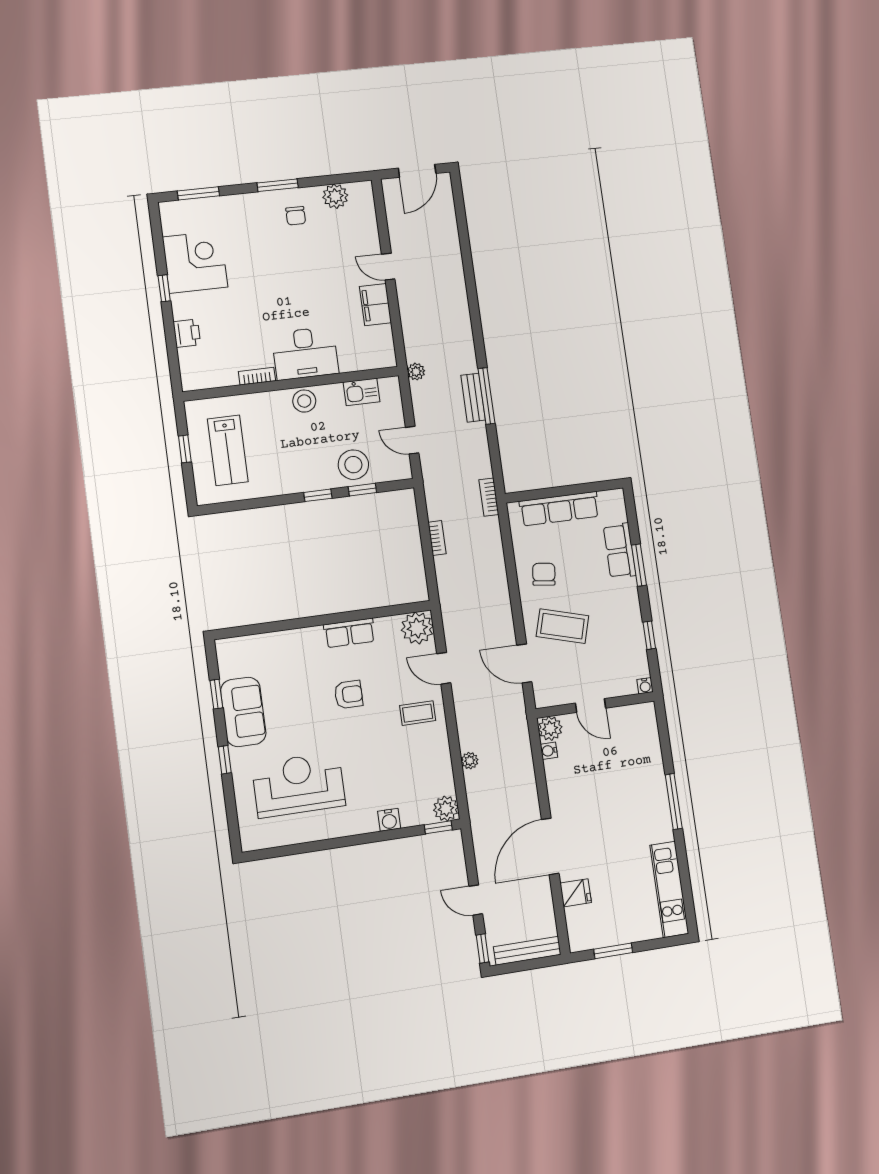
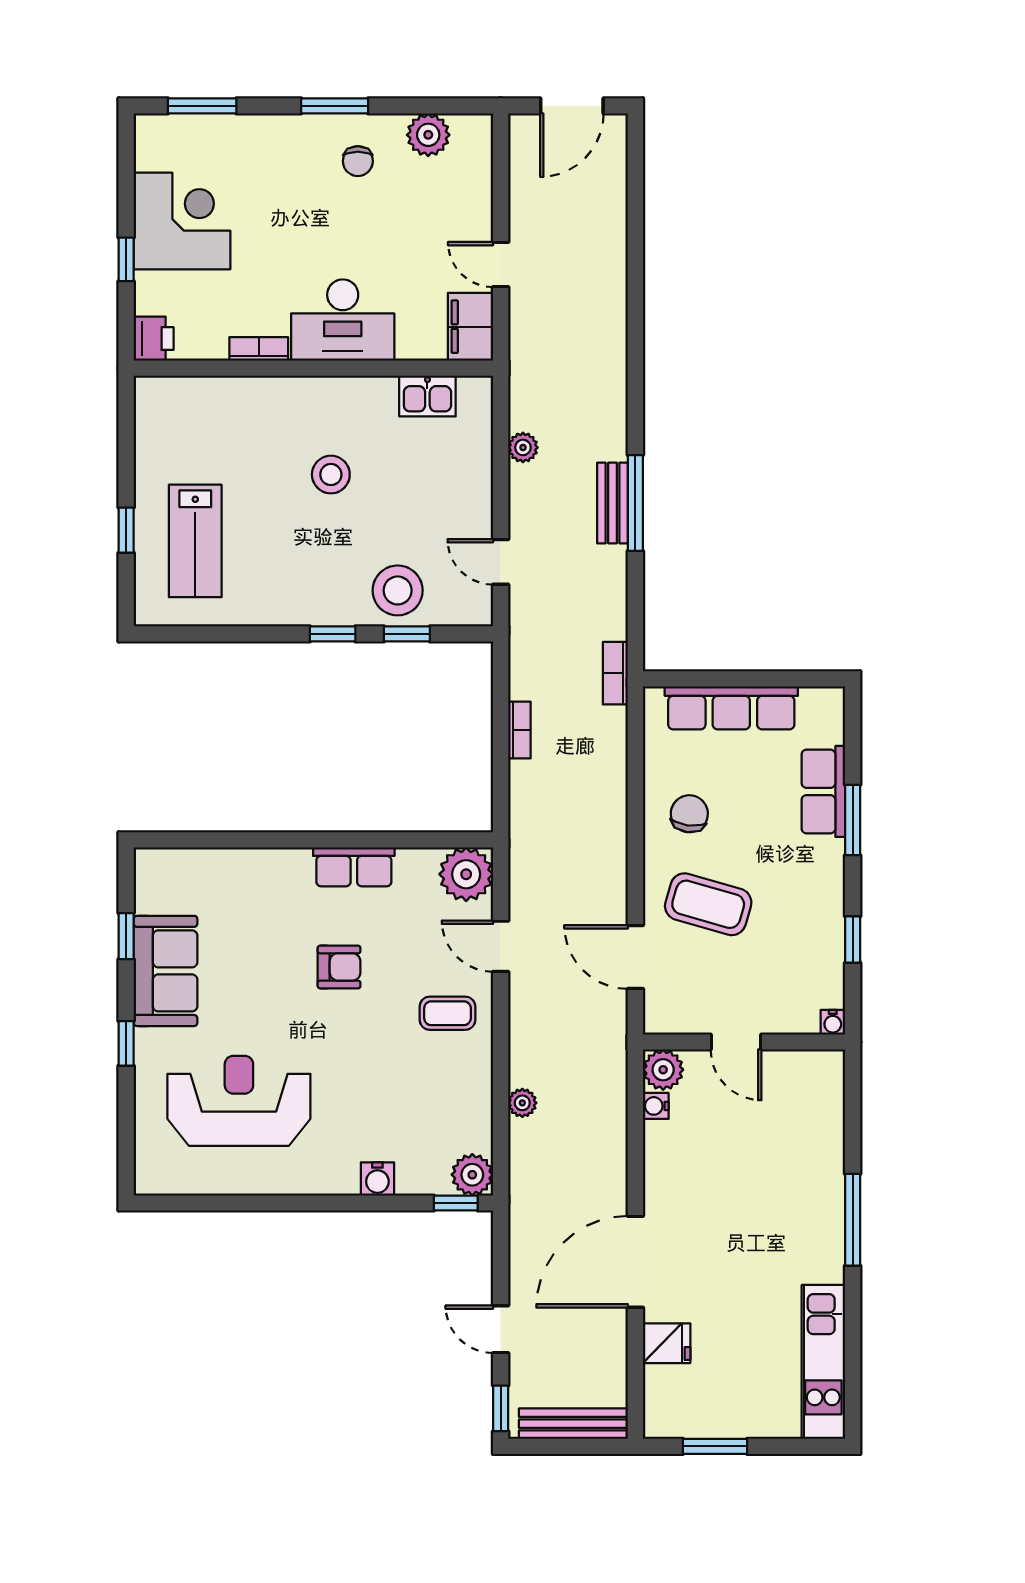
desk: (305, 353) -> (343, 320), moved
bookcase: (257, 376) -> (259, 349), moved
wall: (291, 384) -> (313, 368), moved
kitchen sink: (362, 392) -> (427, 396), moved

